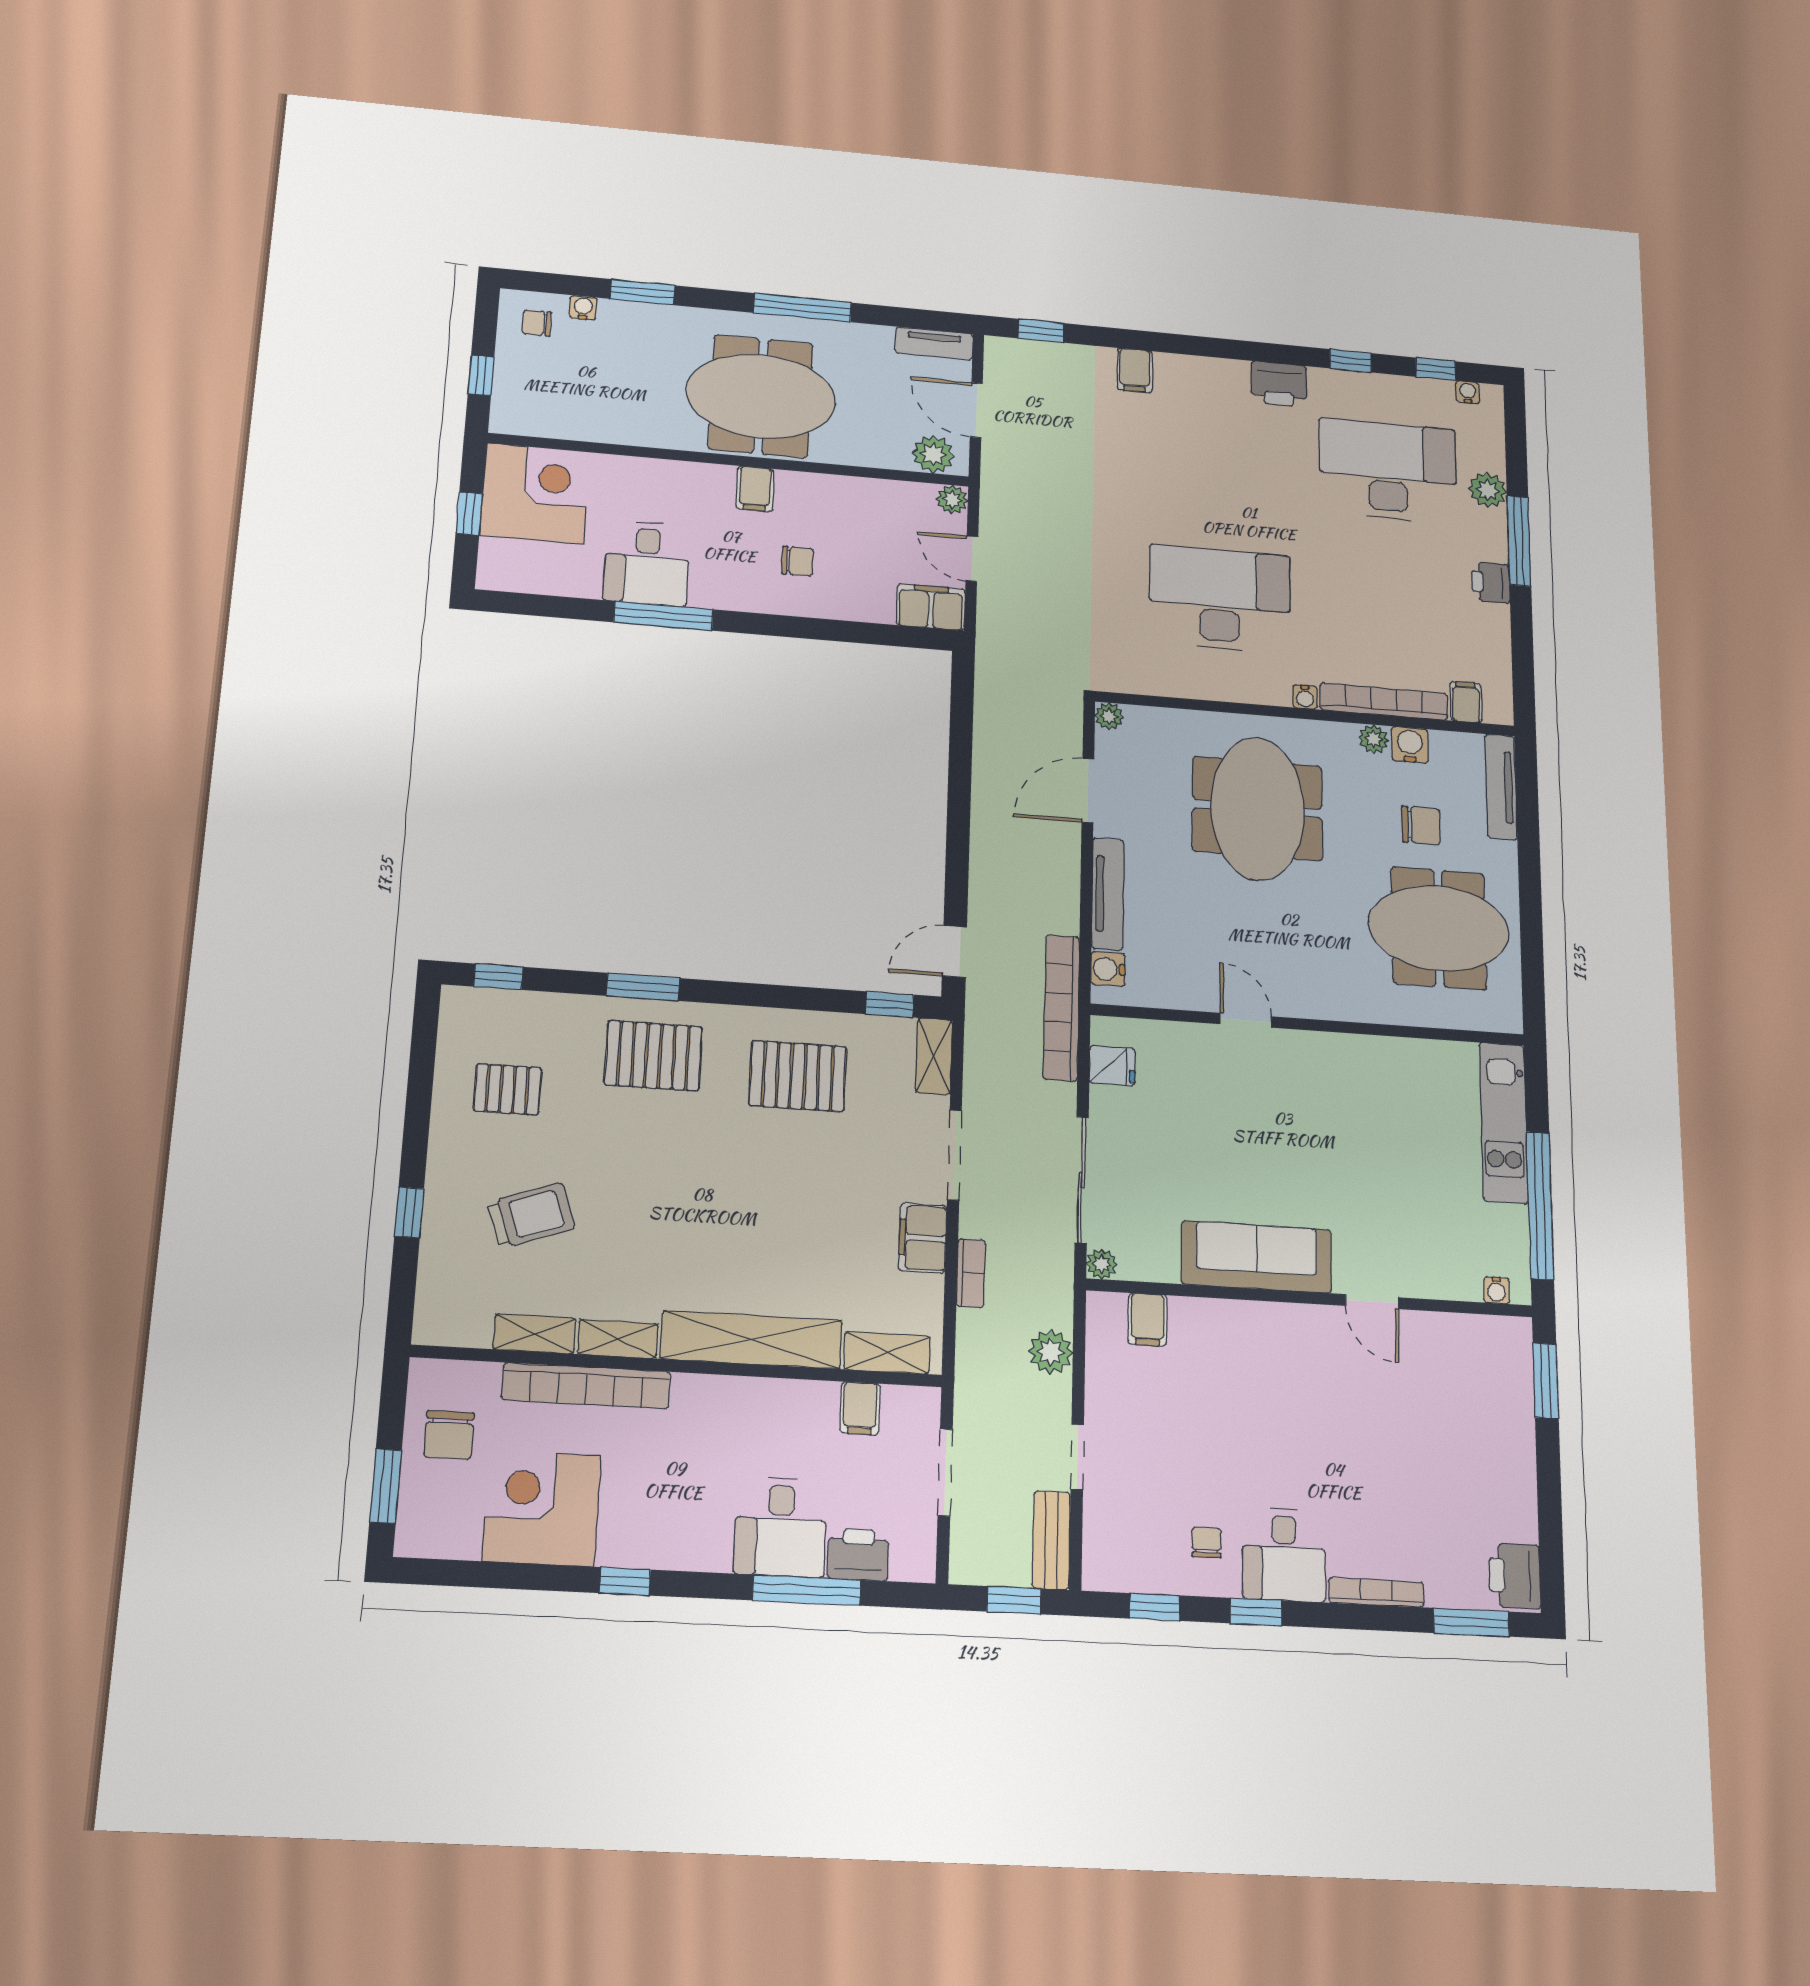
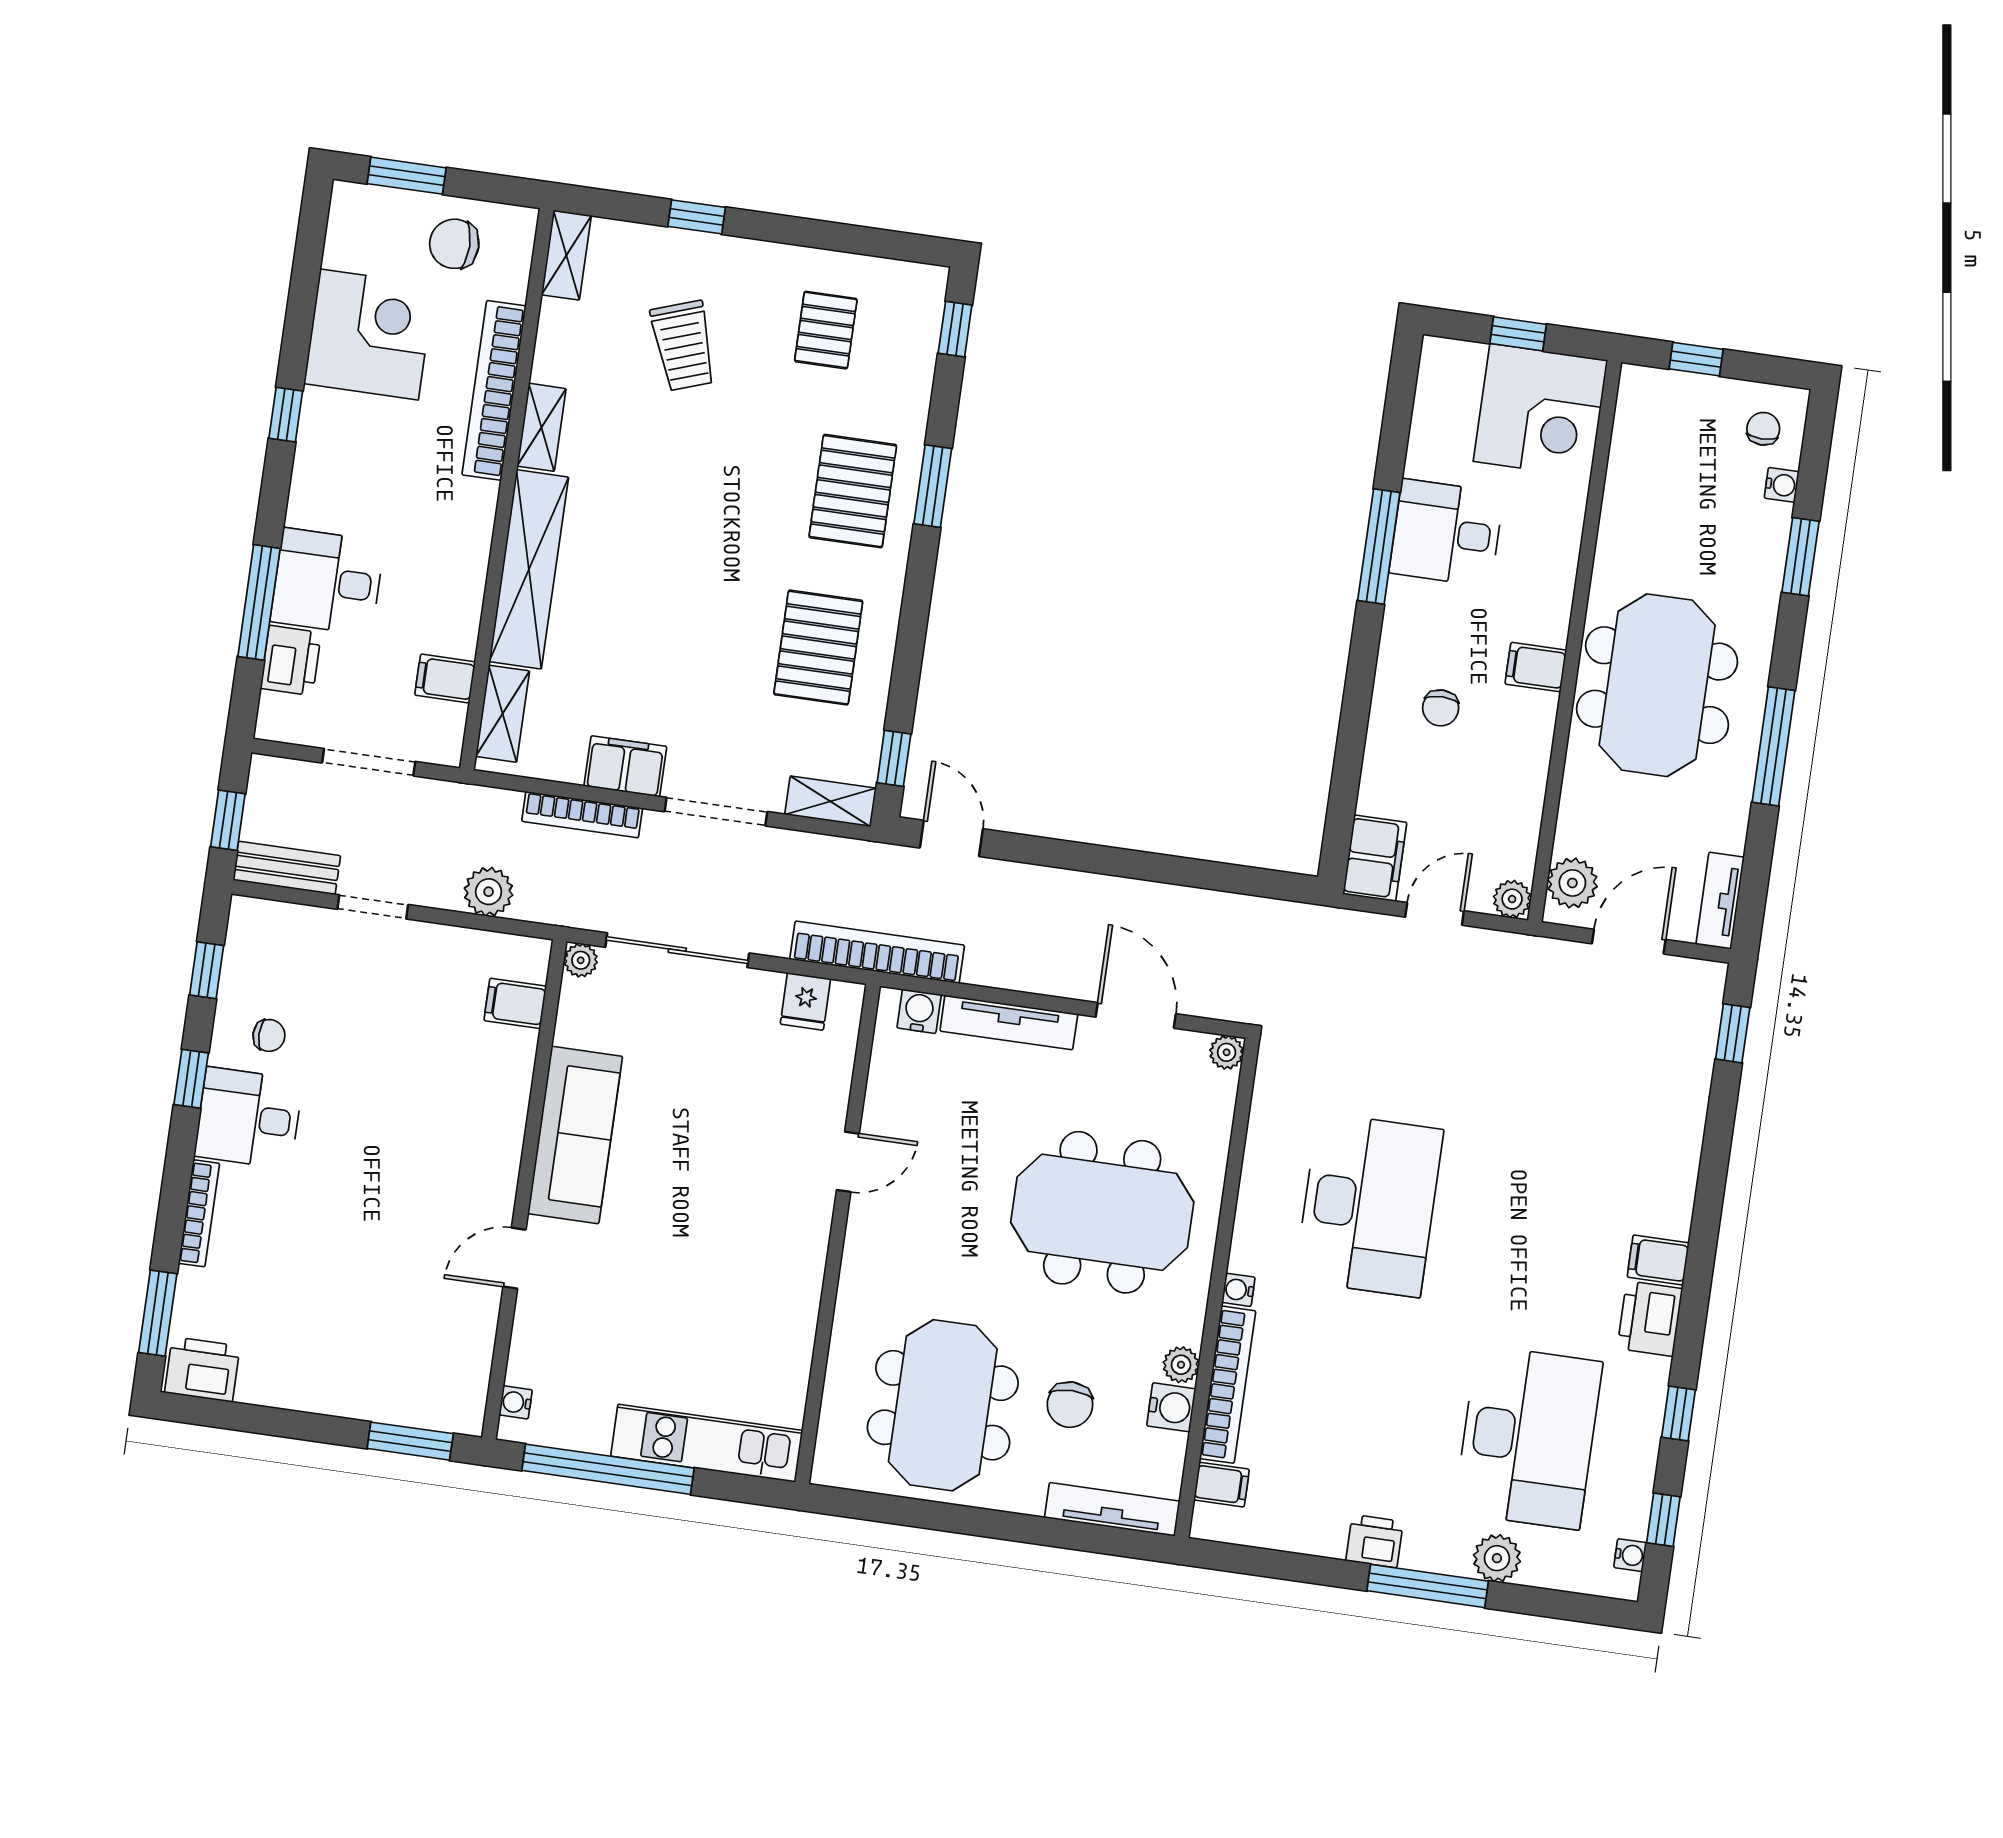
filing cabinet: (1135, 370) -> (1658, 1260), moved
bookcase: (971, 1273) -> (582, 815), width x1.56
shelving: (534, 1334) -> (566, 255), moved

